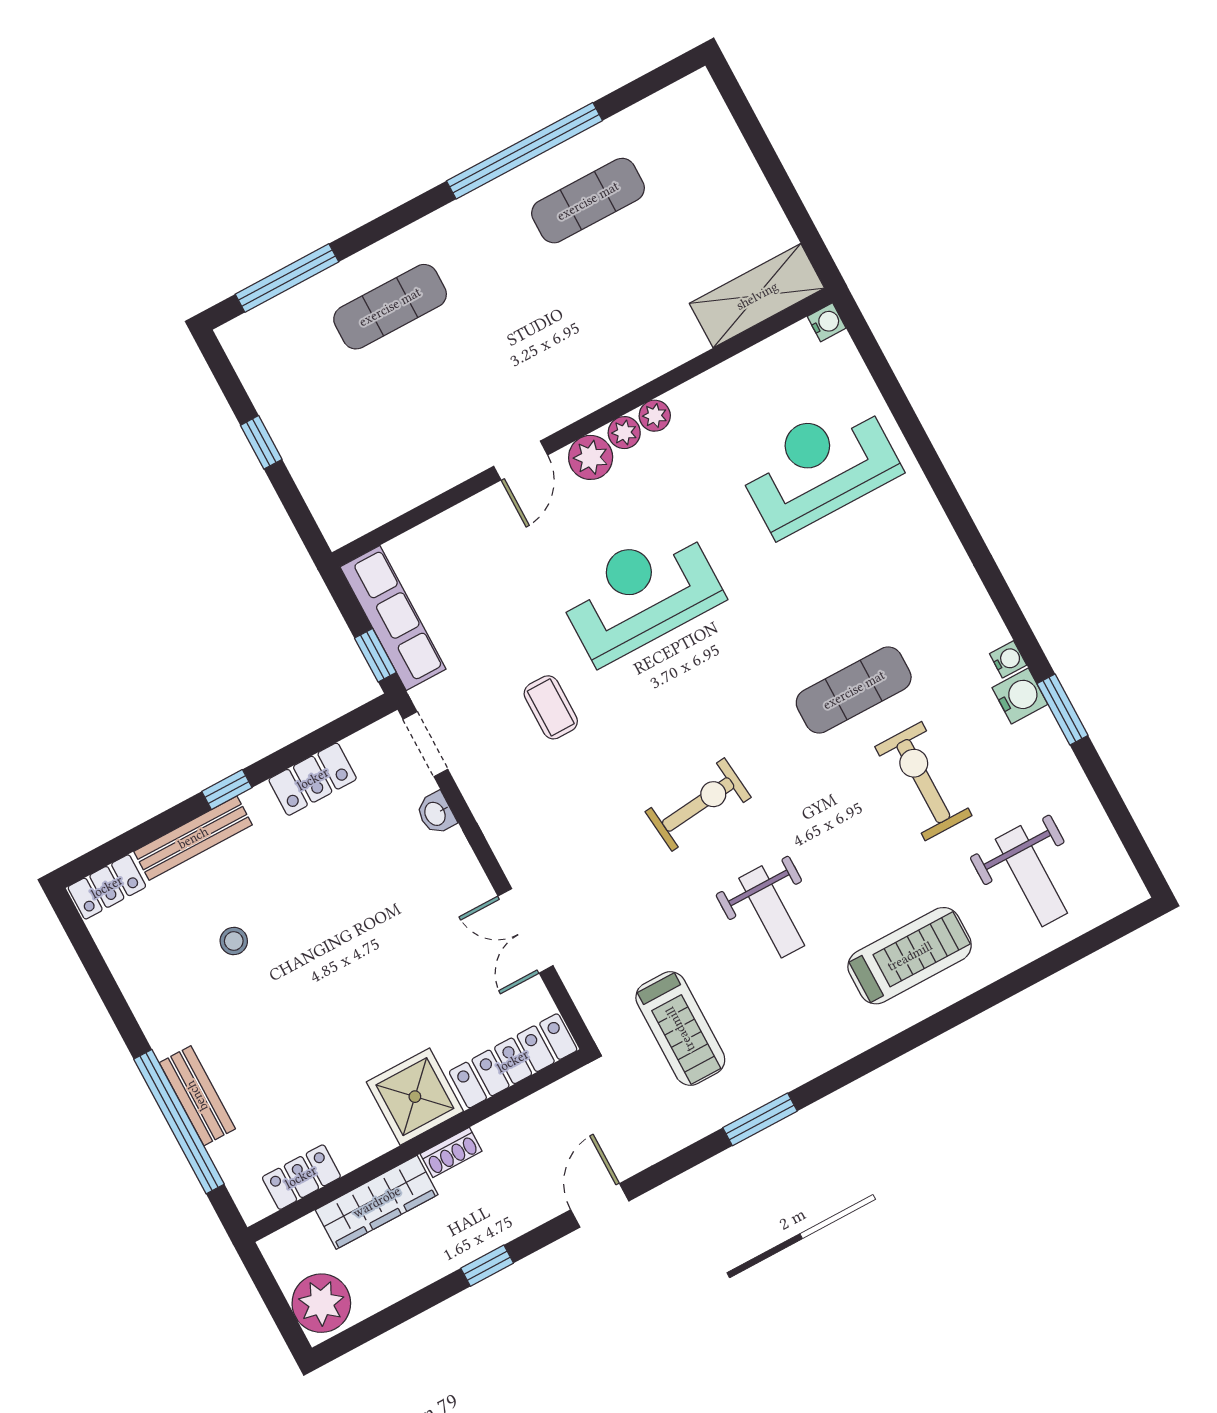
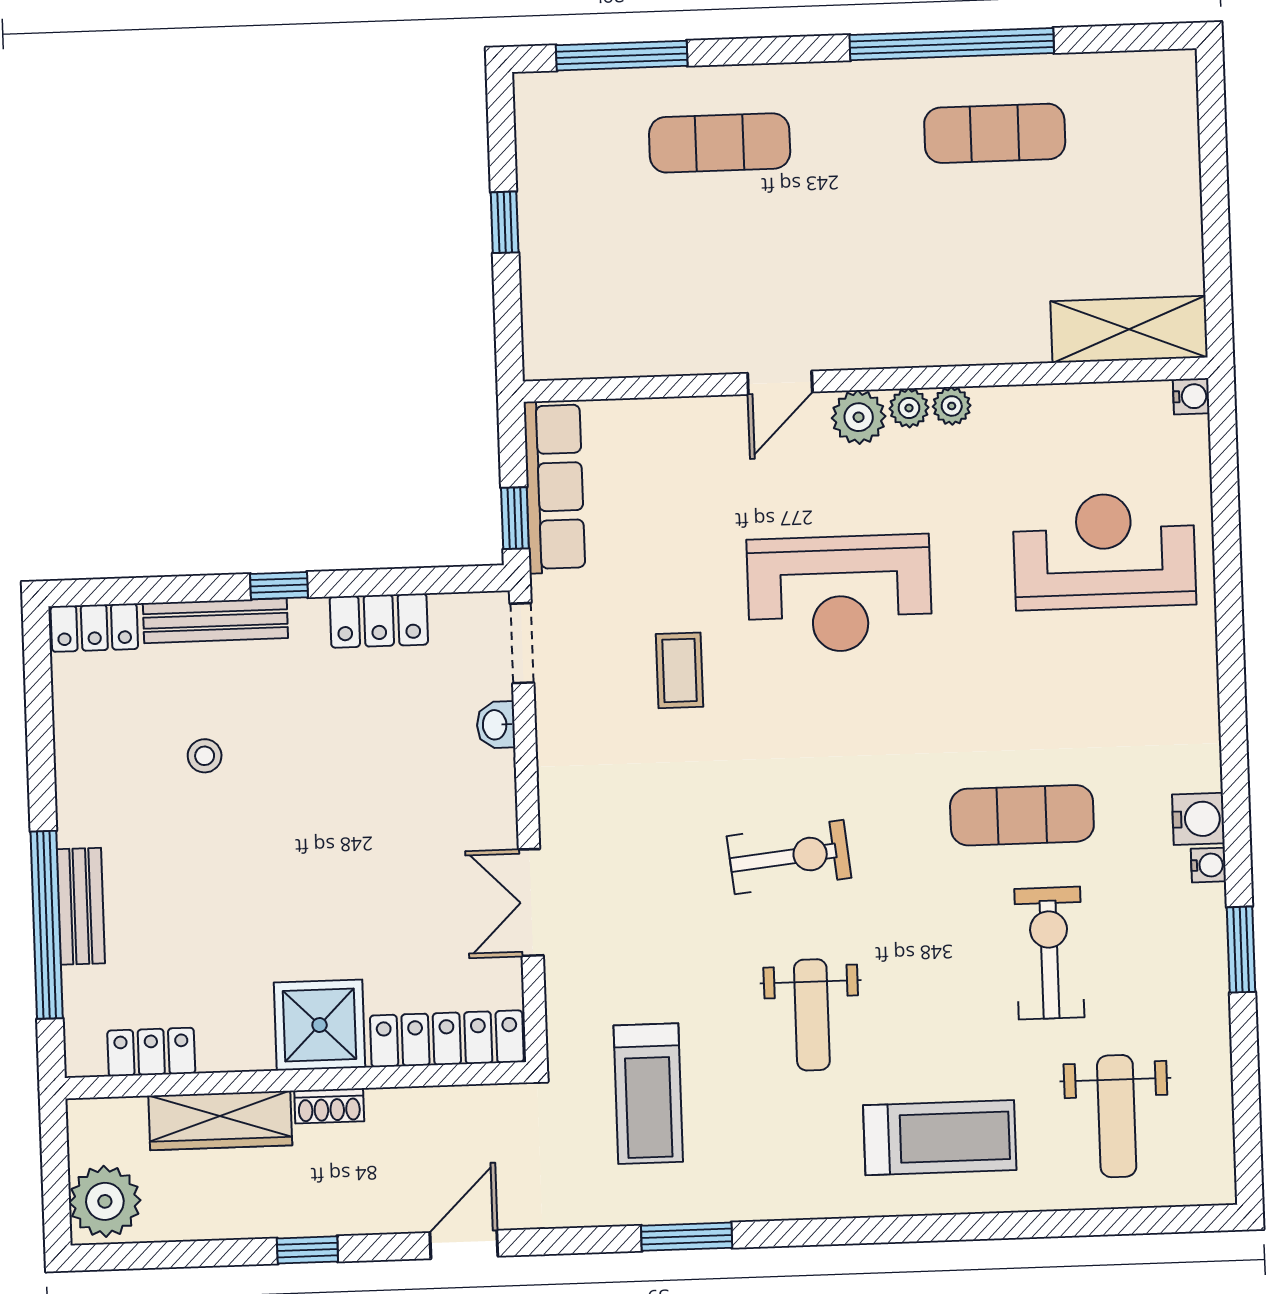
reception desk: (640, 594) -> (840, 594), turned 180
water cooler: (1020, 696) -> (1198, 819), moved

